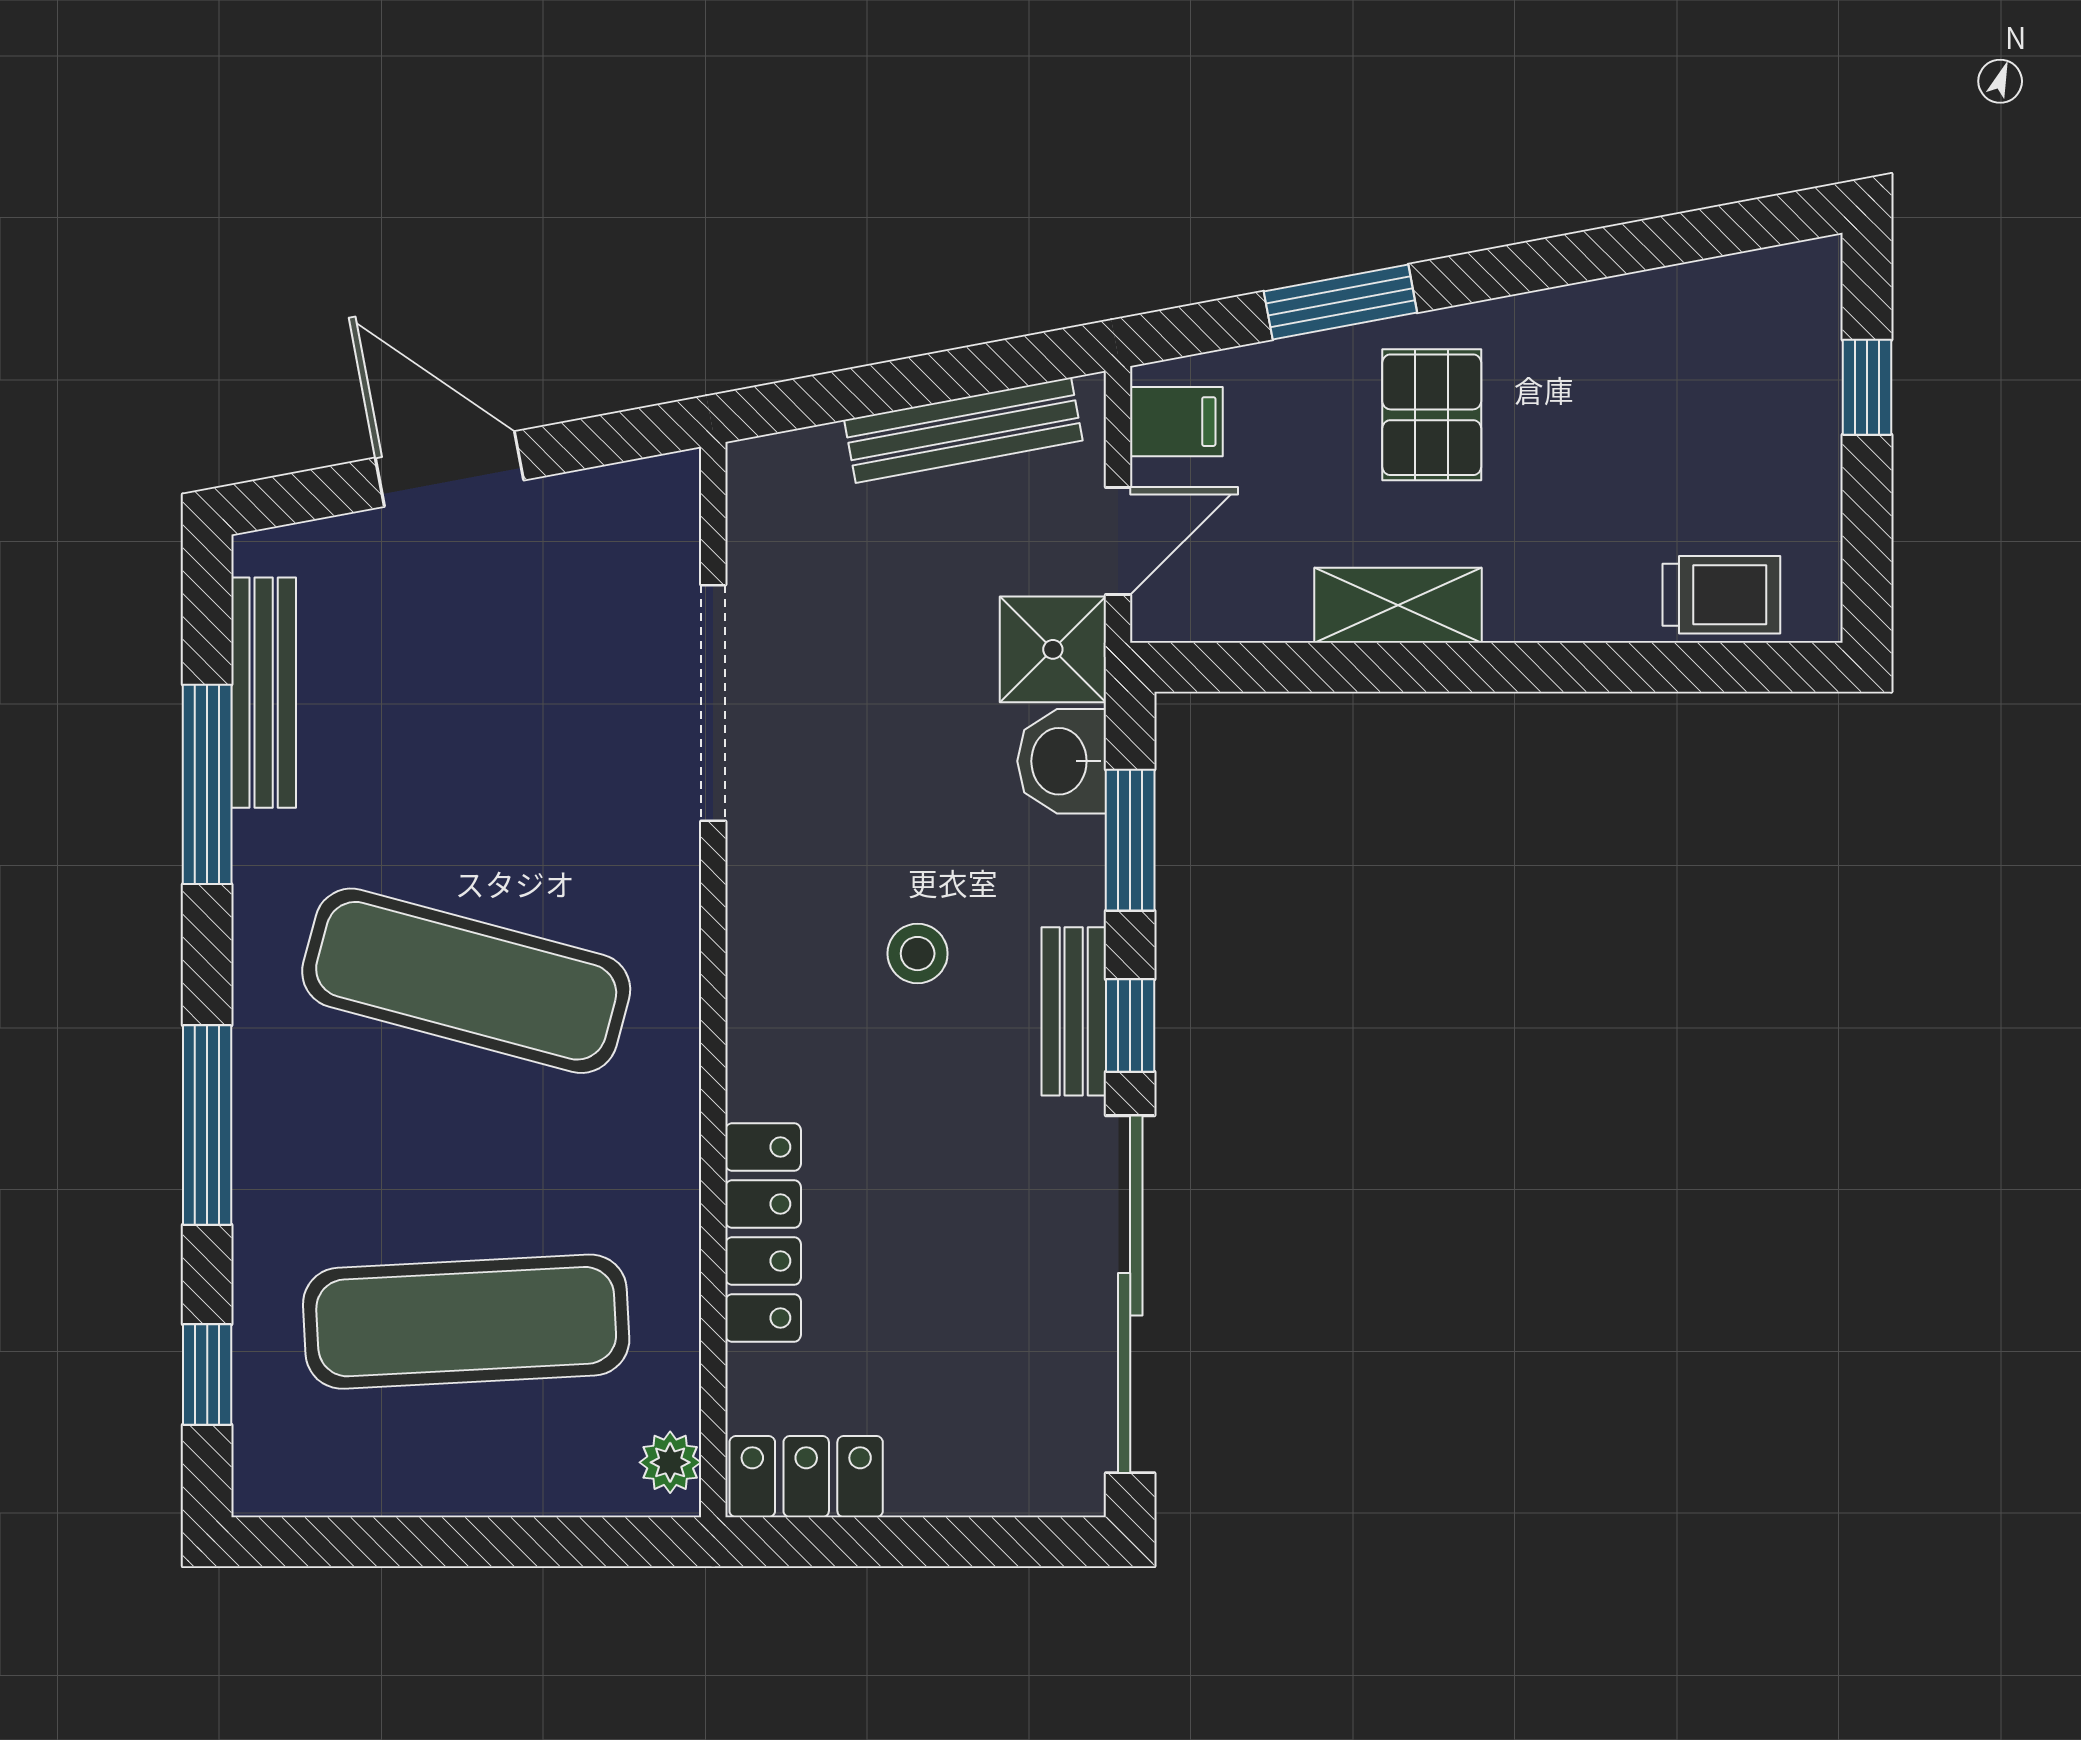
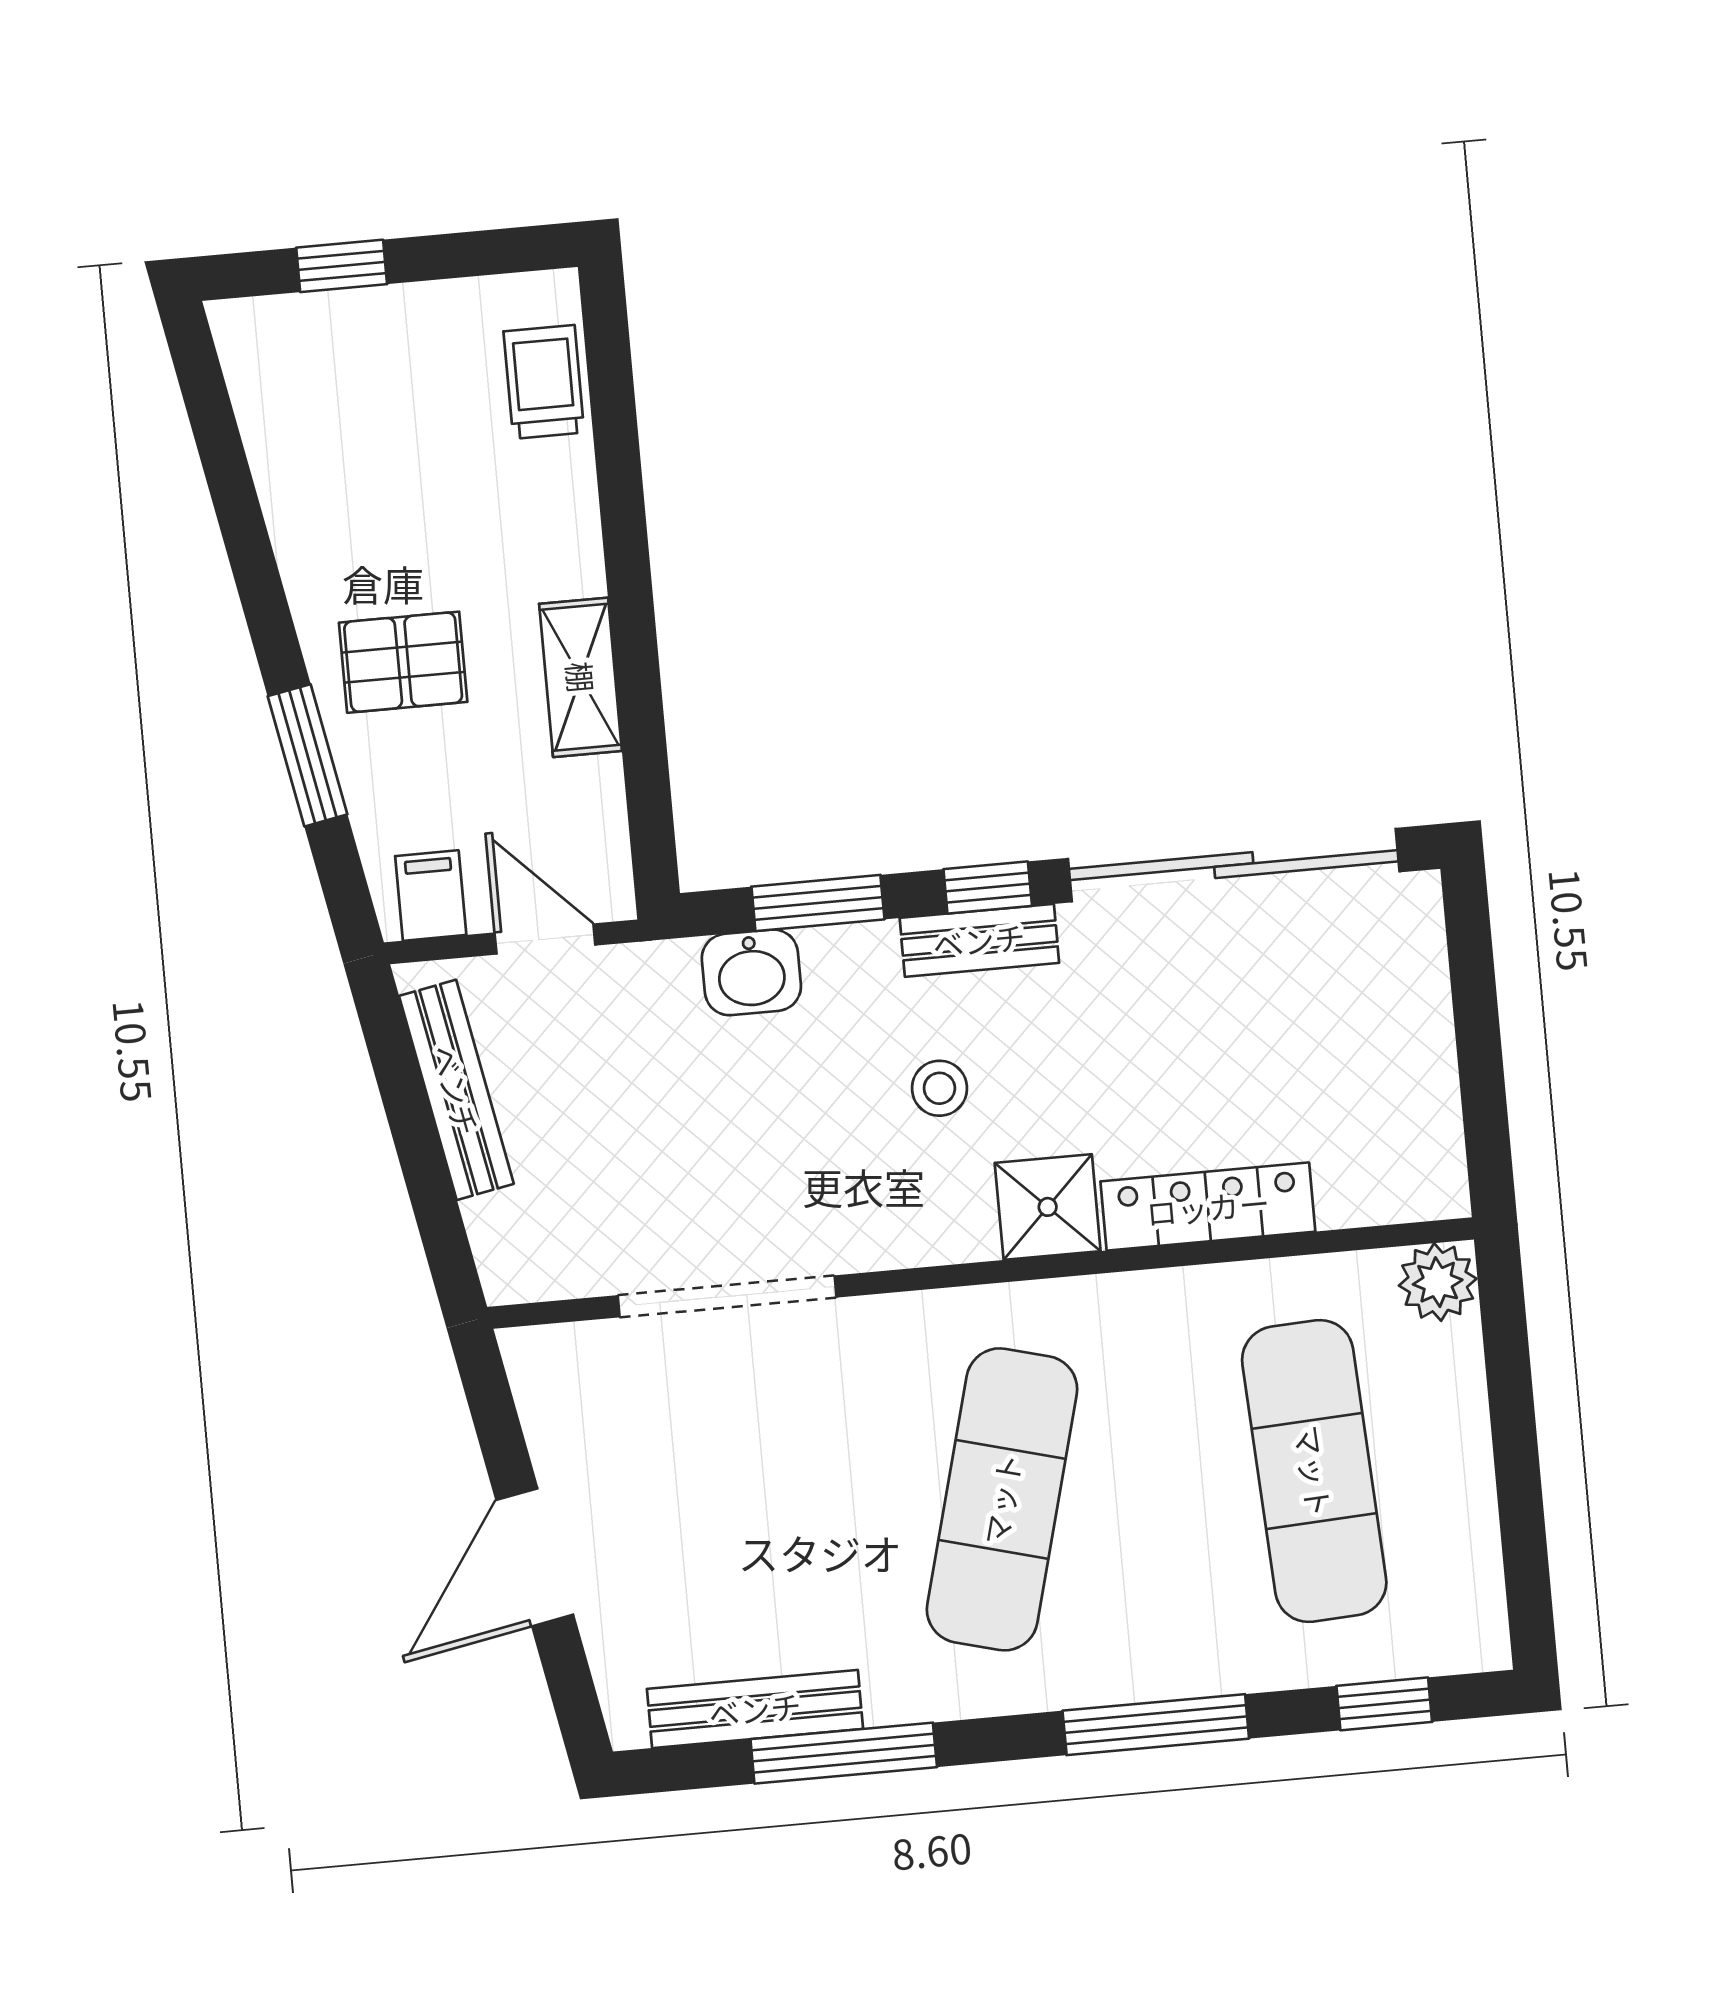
shower: (1053, 649) -> (1048, 1207), moved
plant: (670, 1462) -> (1438, 1282), width x1.38, depth x1.38
locker: (806, 1477) -> (1428, 1147), removed

